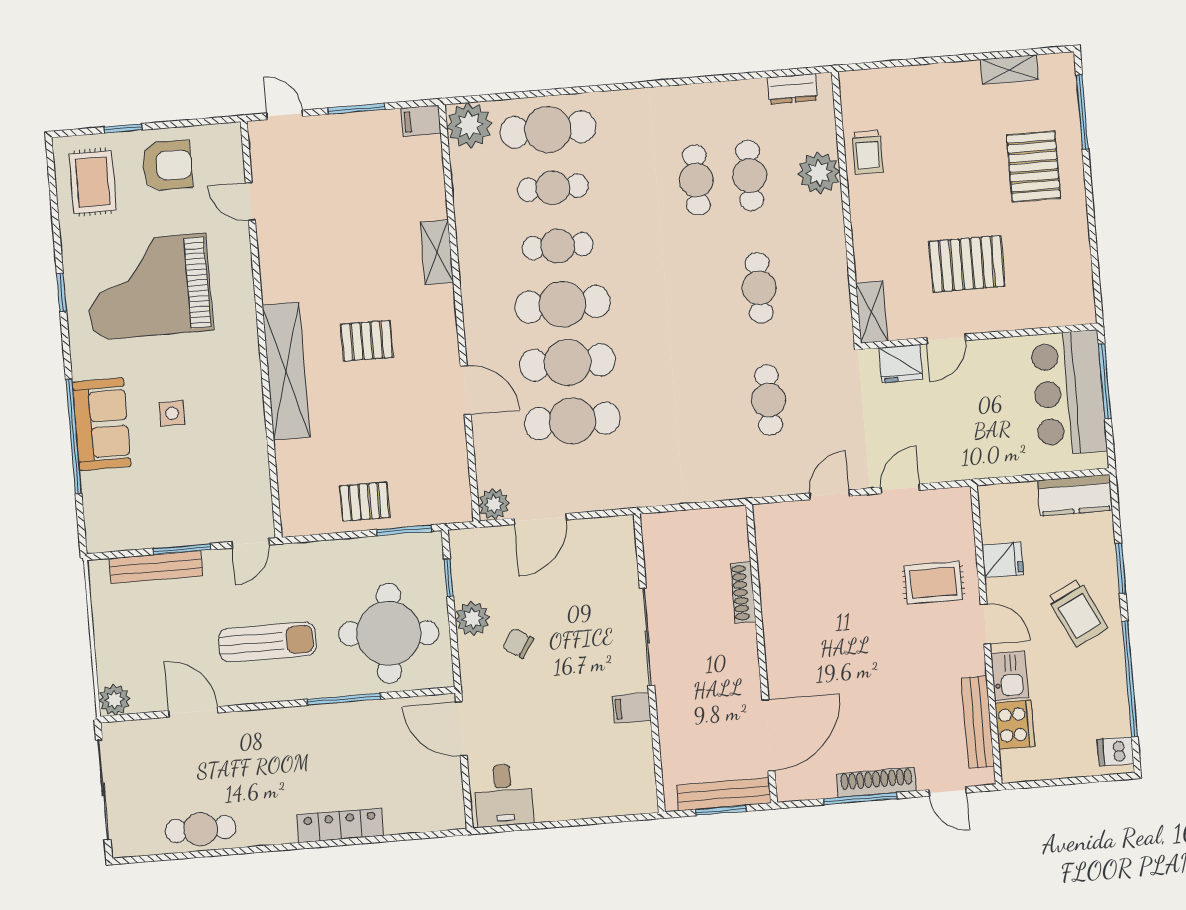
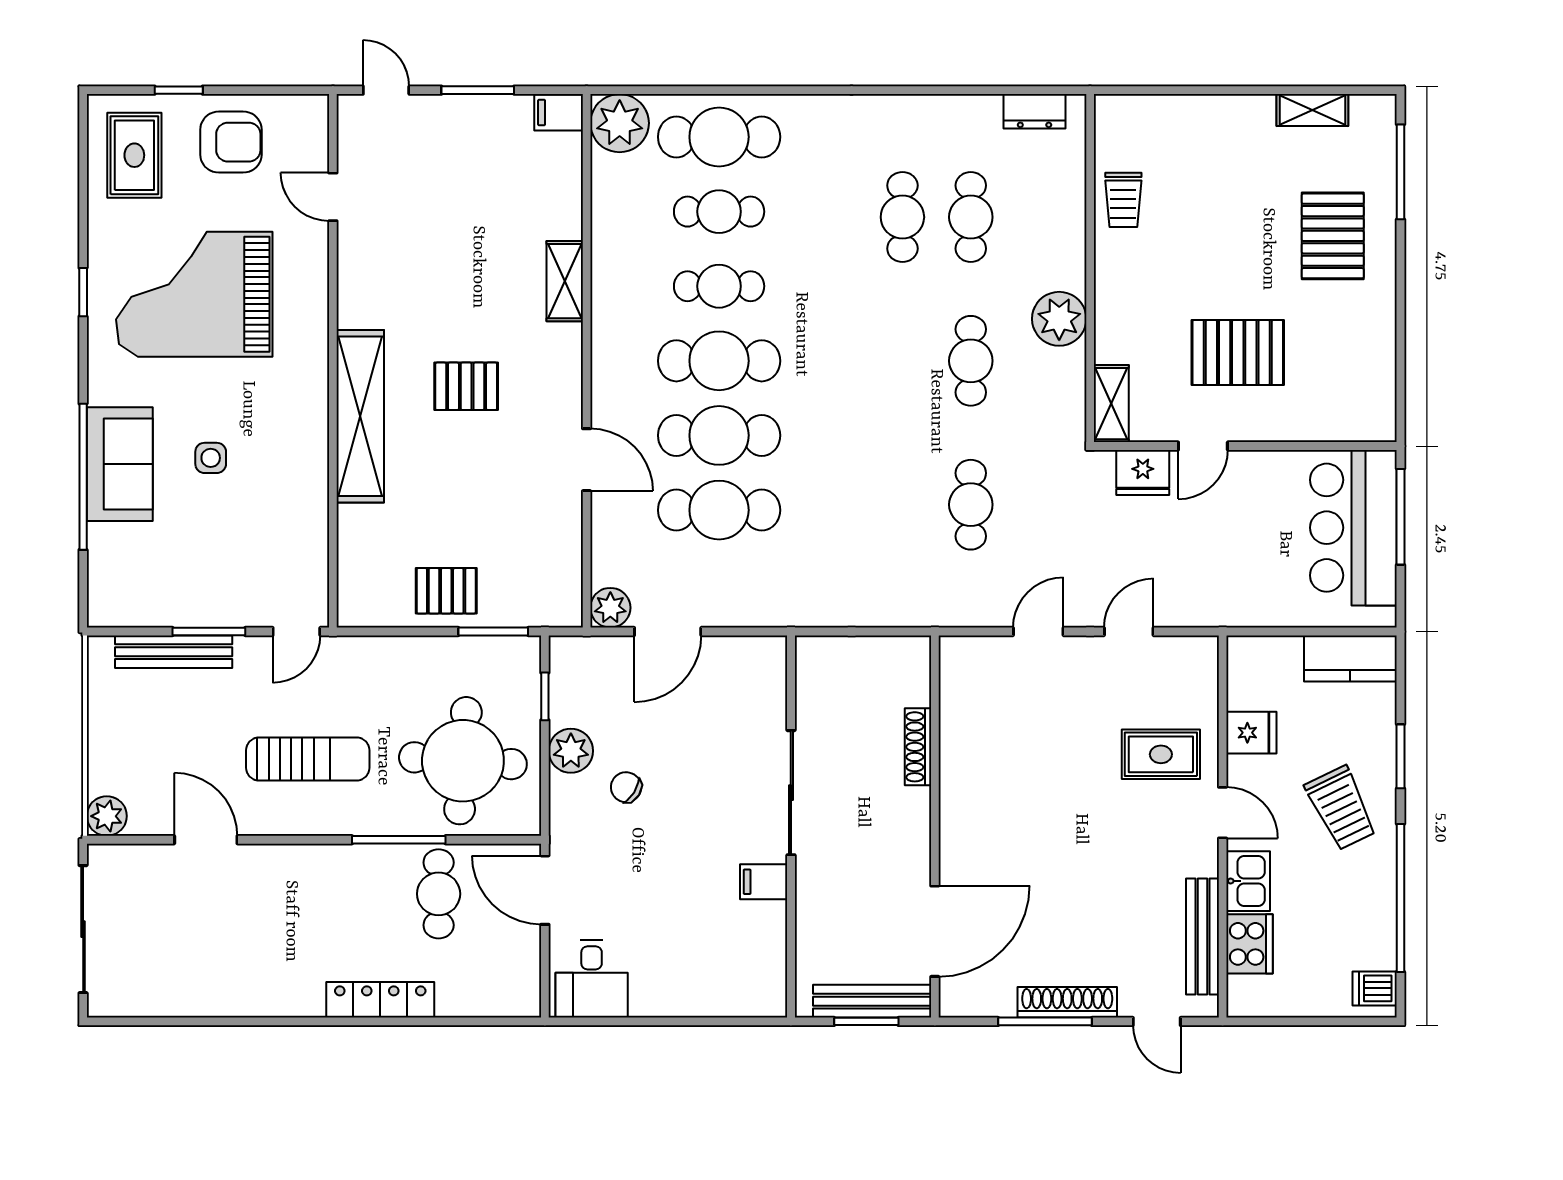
plant: (819, 173) -> (1059, 319), moved
cafe table: (201, 829) -> (439, 894), moved, turned 90

